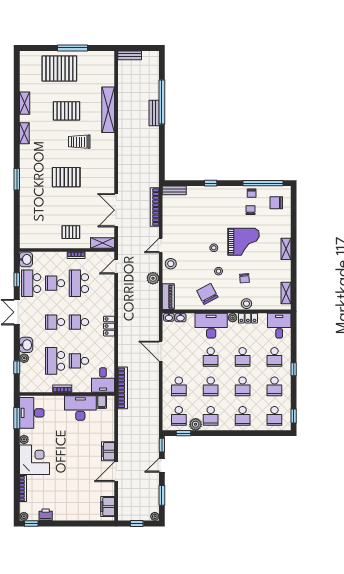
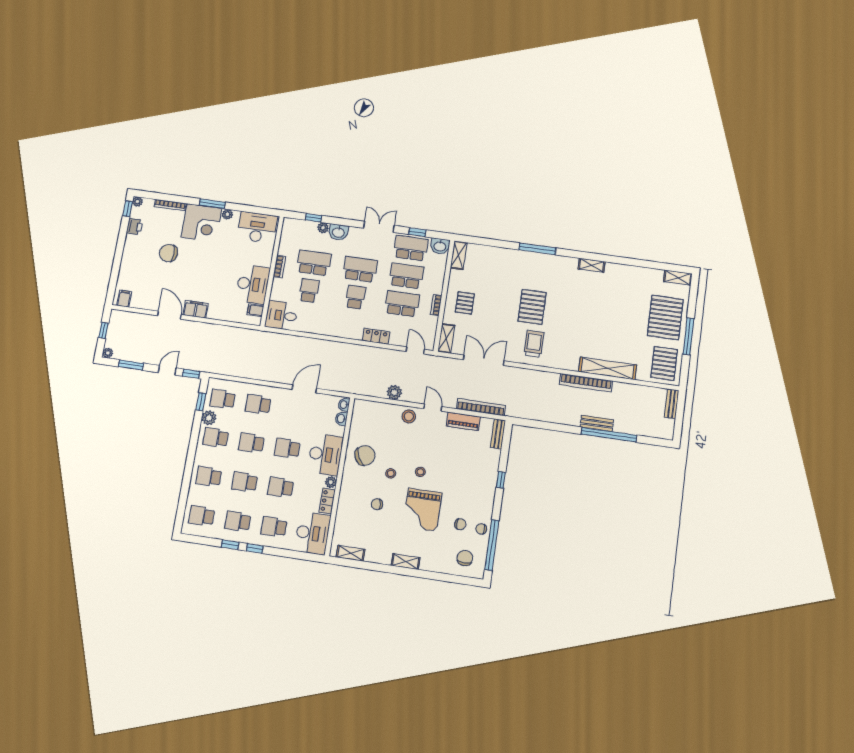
shelving: (25, 103) -> (678, 278), moved
pallet: (67, 111) -> (664, 363), moved
trolley: (79, 142) -> (534, 344), moved
window: (17, 179) -> (537, 249), width x1.44
shelving: (31, 243) -> (459, 255), added
school desk: (55, 283) -> (406, 276), width x1.85
piano: (168, 297) -> (463, 421), moved
stool: (246, 304) -> (345, 502), removed
school desk: (55, 322) -> (360, 269), width x1.85
locker: (109, 326) -> (376, 336), moved
desk: (279, 326) -> (312, 533), width x1.37
bookcase: (123, 388) -> (586, 383), moved
window: (294, 416) -> (230, 545), moved
window: (17, 418) -> (212, 204), moved
door: (162, 465) -> (167, 370), hinge flipped
chair: (64, 482) -> (168, 253), added
filing cabinet: (108, 507) -> (124, 299), width x0.50

